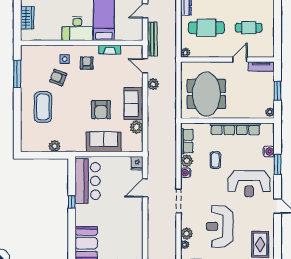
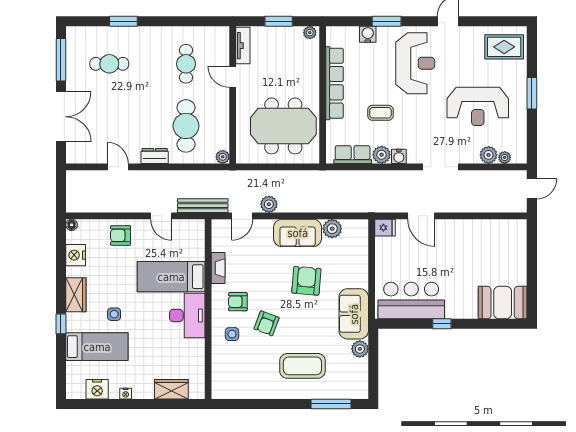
window: (17, 74) -> (331, 404), moved
armchair: (58, 78) -> (267, 323), moved
armchair: (101, 110) -> (306, 281), turned -85
sofa: (104, 142) -> (354, 314), moved

